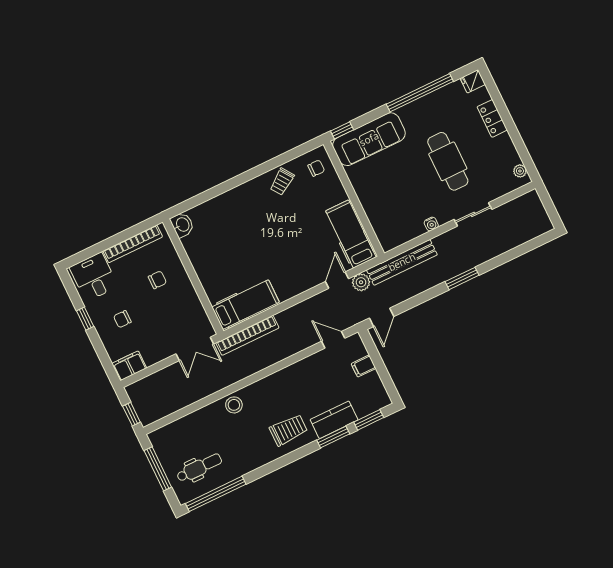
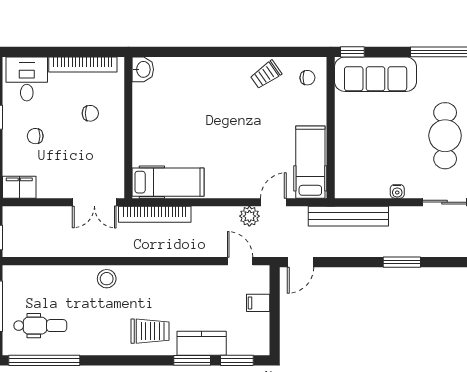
plant: (361, 282) -> (249, 216), moved

